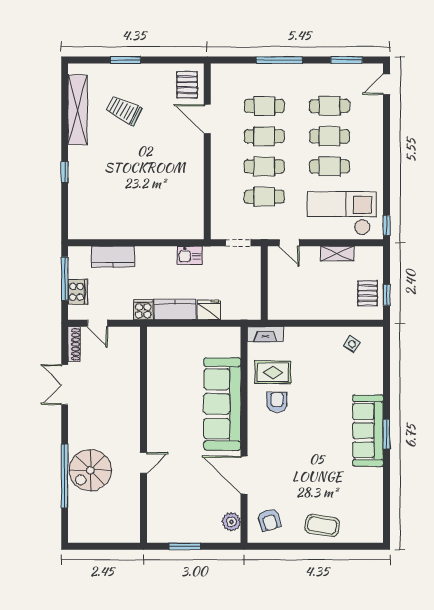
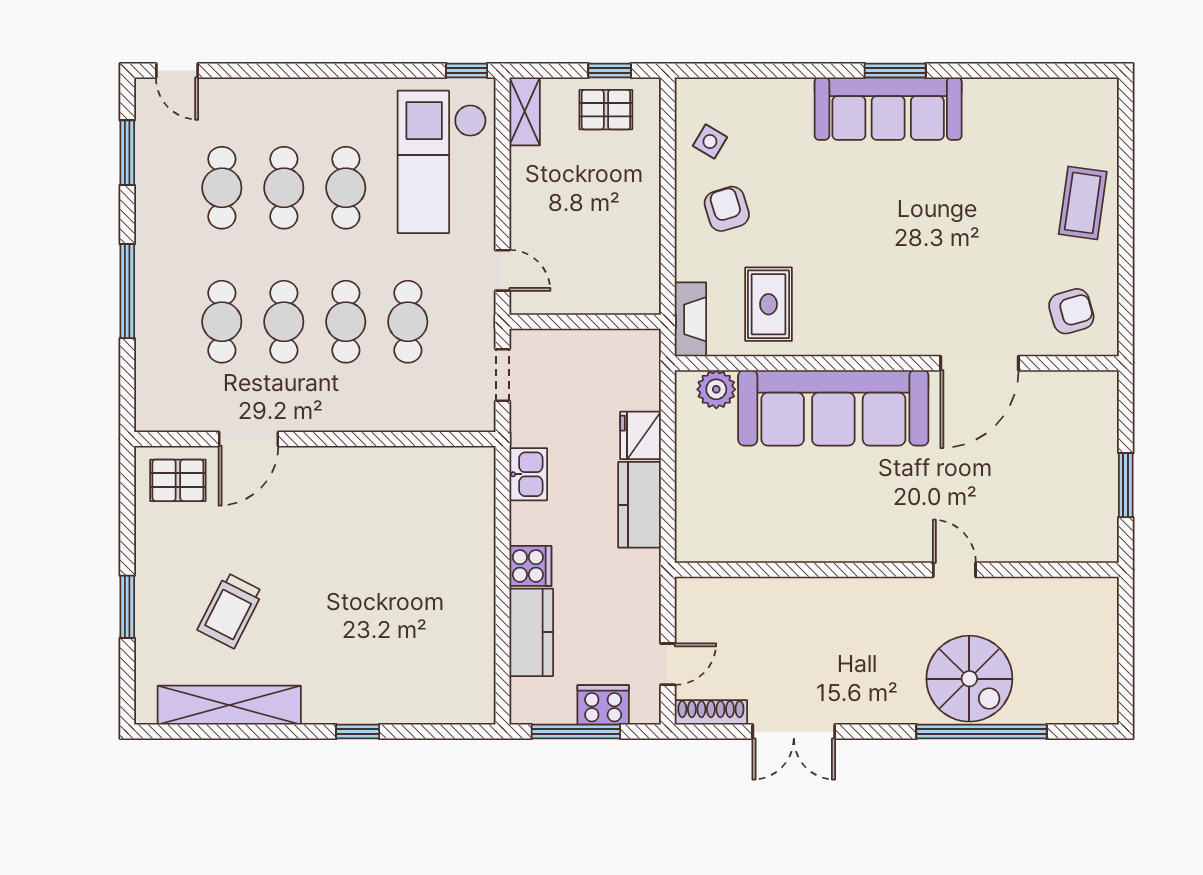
door: (289, 243) -> (502, 270), hinge flipped
shelving: (337, 254) -> (525, 111), moved
cooker: (143, 310) -> (530, 566), moved, turned 180
armchair: (277, 402) -> (727, 209), moved, turned 73
plant: (231, 522) -> (716, 389), moved

